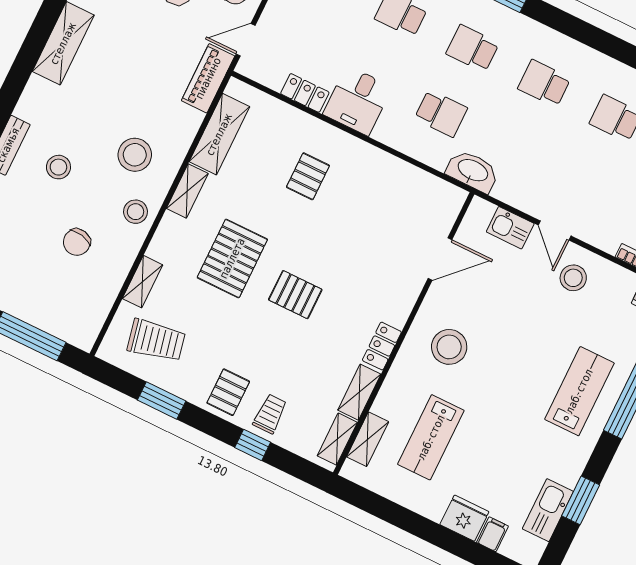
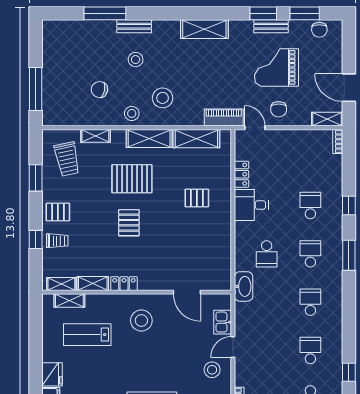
shelving: (187, 191) -> (149, 138), width x1.50, depth x1.33

